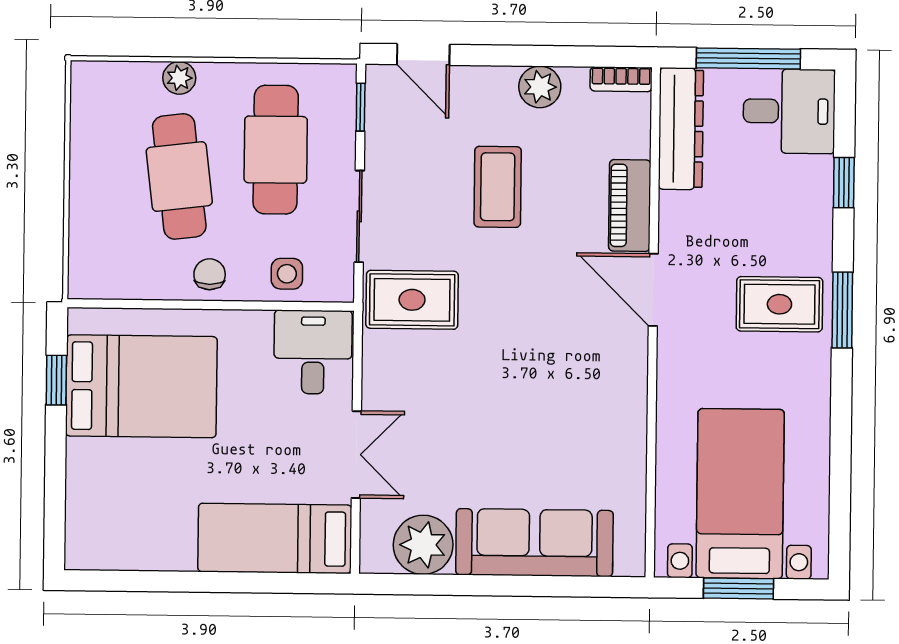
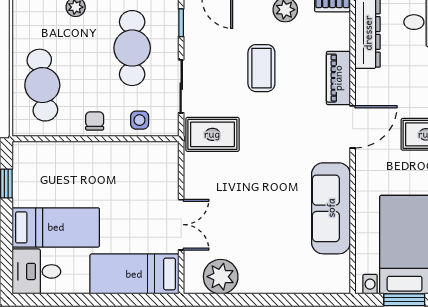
cafe table: (179, 176) -> (42, 85), moved
door: (653, 290) -> (353, 127), swing flipped
desk: (313, 352) -> (36, 271), moved, turned -90
bed: (141, 386) -> (56, 227), moved, width x0.67
sofa: (534, 543) -> (331, 208), moved, turned -90

